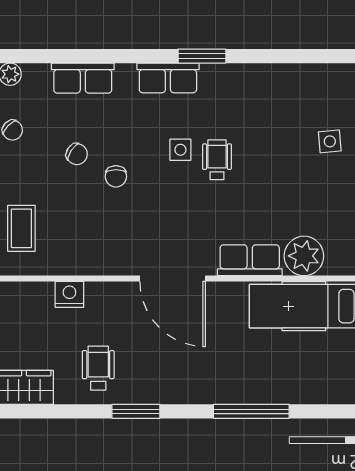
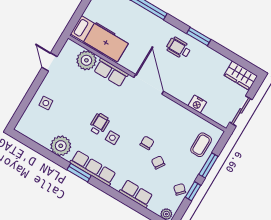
row of seats: (168, 78) -> (93, 168), width x1.48
plant: (261, 83) -> (61, 146), added
wheelchair: (217, 160) -> (99, 124), turned 180
wheelchair: (98, 368) -> (179, 48), moved, turned 90

